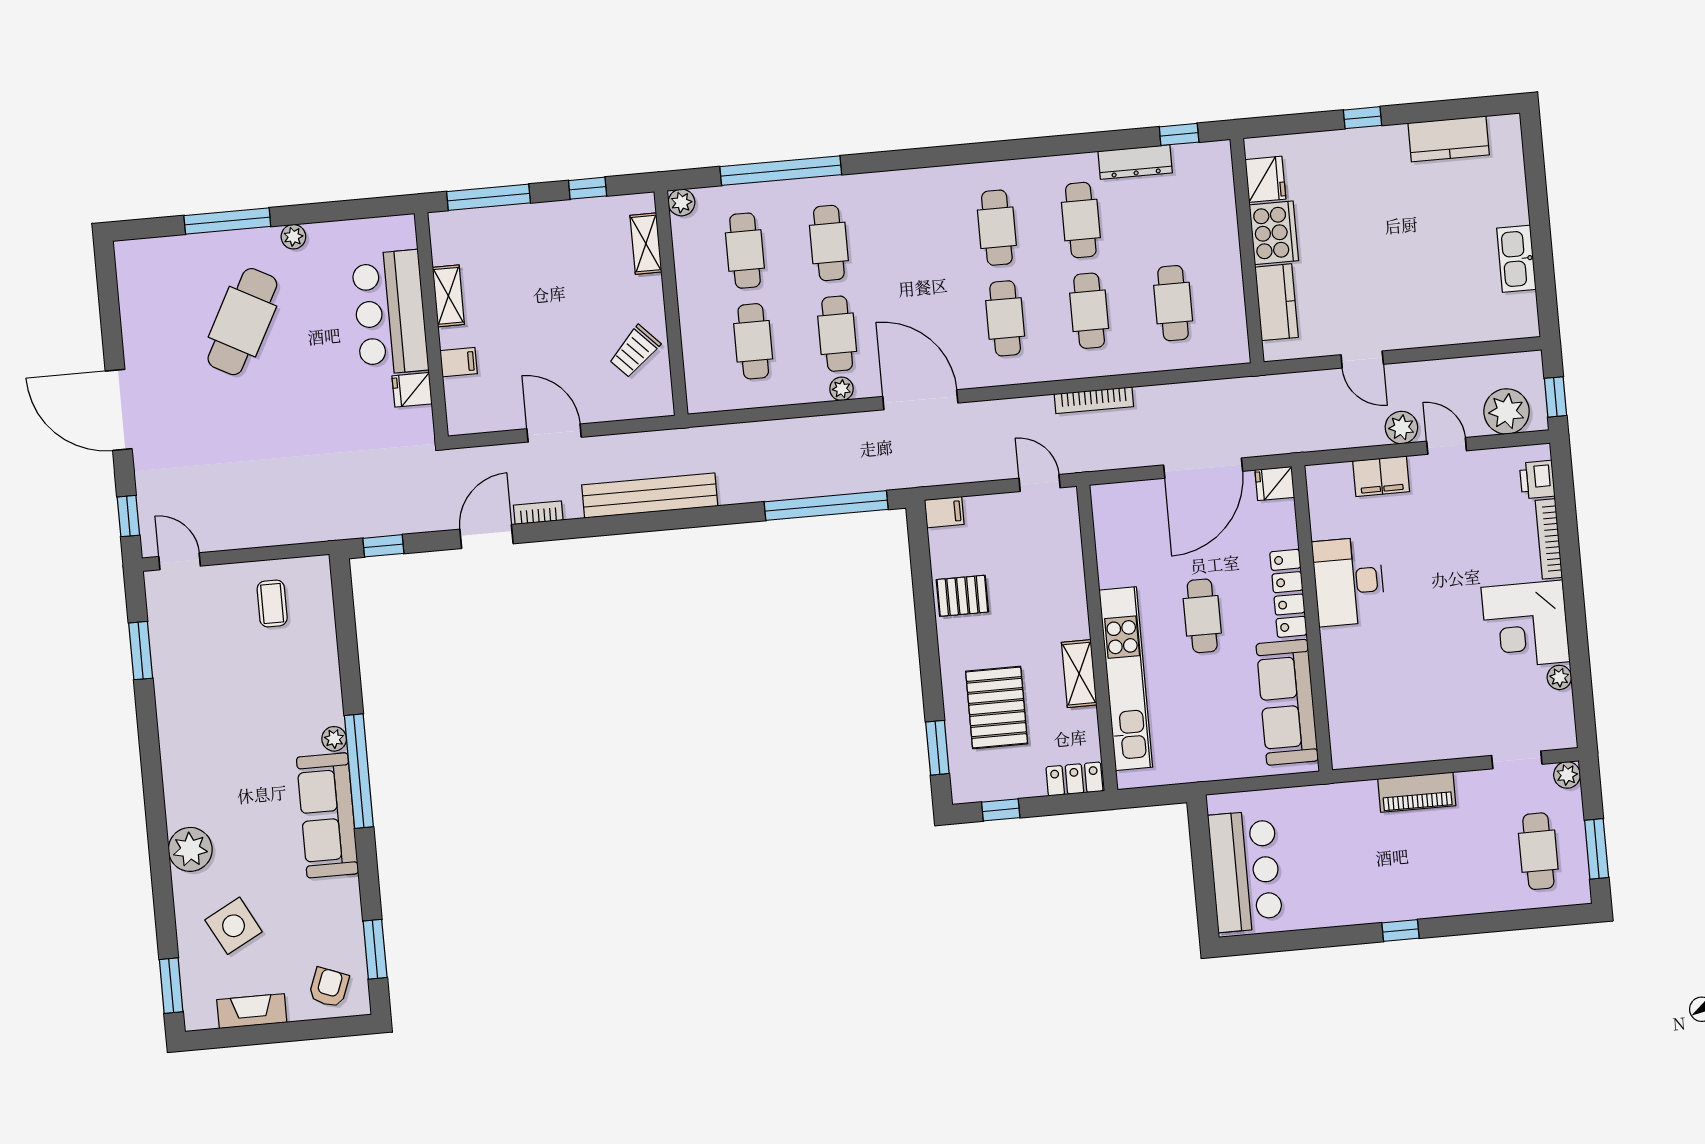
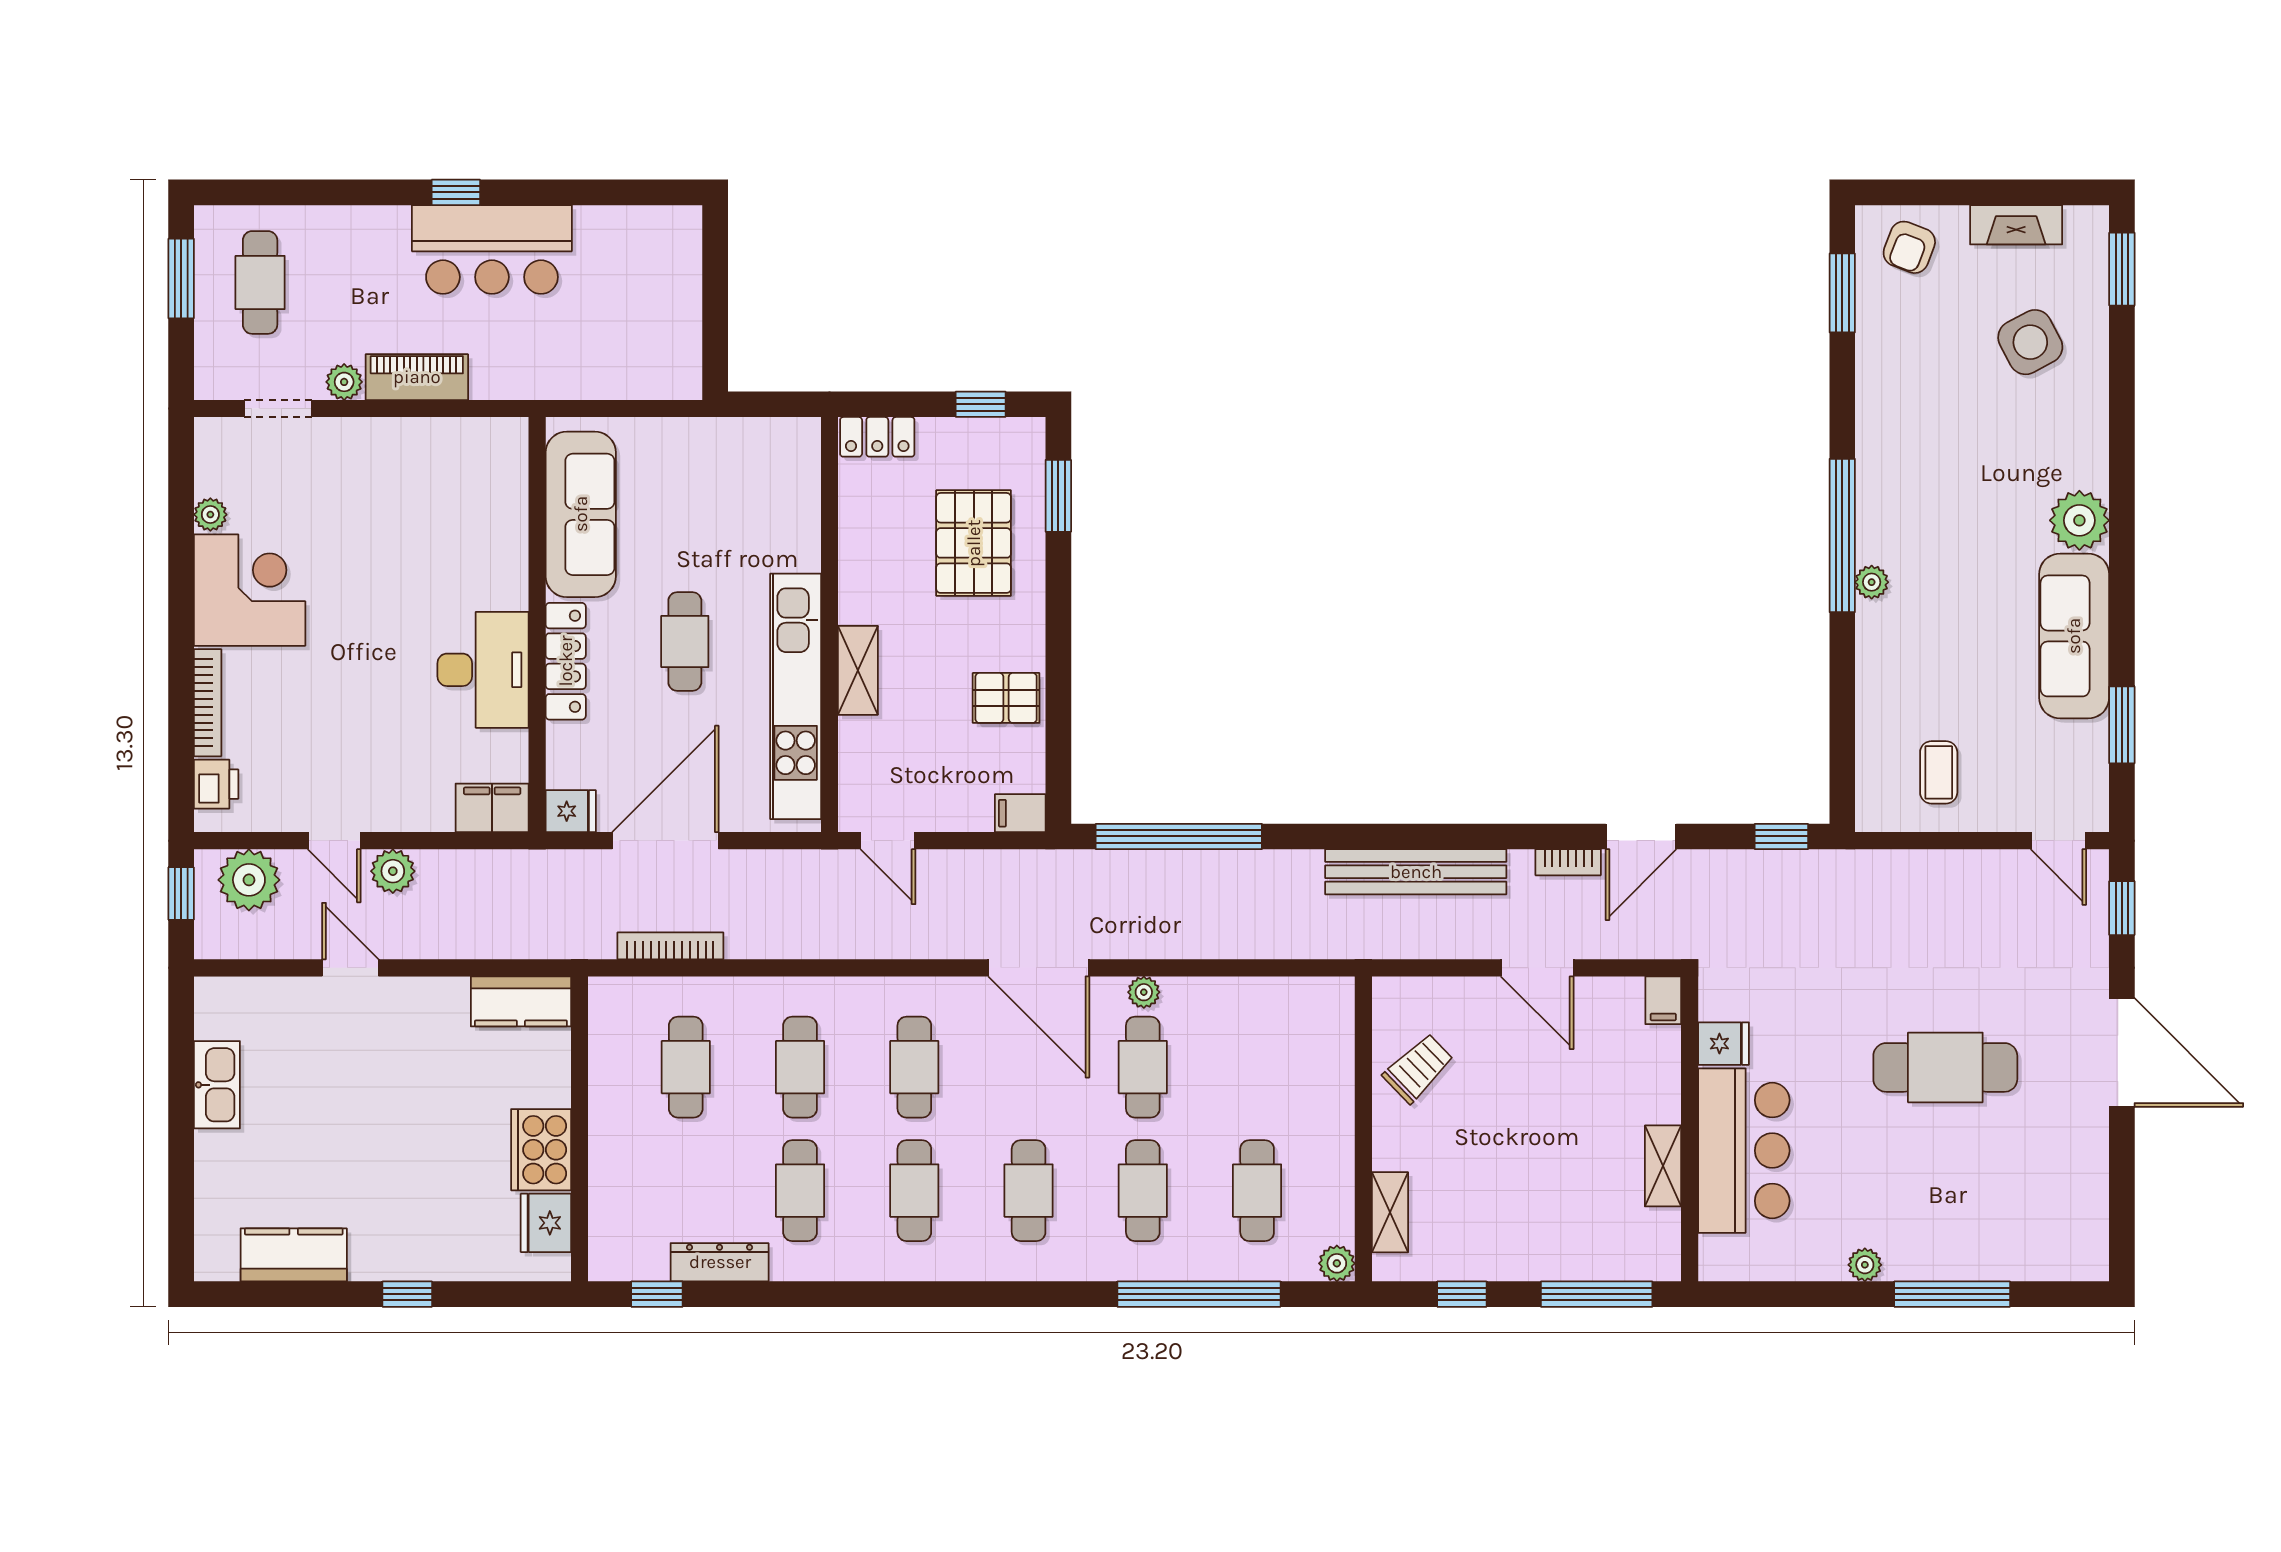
kitchen counter: (1277, 302) -> (521, 1001), moved, turned -90
cafe table: (242, 322) -> (1945, 1067), moved, turned 62
cafe table: (753, 341) -> (1029, 1191), moved
door: (1362, 359) -> (350, 968), moved
filing cabinet: (459, 362) -> (1663, 1000), moved, turned -90
bookcase: (1094, 400) -> (670, 946), moved
filing cabinet: (1381, 476) -> (492, 808), moved
shelving: (1079, 674) -> (858, 670), moved
kitchen unit: (1126, 679) -> (796, 696), moved
plant: (1567, 775) -> (344, 382), moved
sofa: (327, 815) -> (2074, 636), moved, turned 180
plant: (190, 849) -> (2079, 520), moved
bar counter: (1245, 871) -> (492, 250), moved, turned -90

